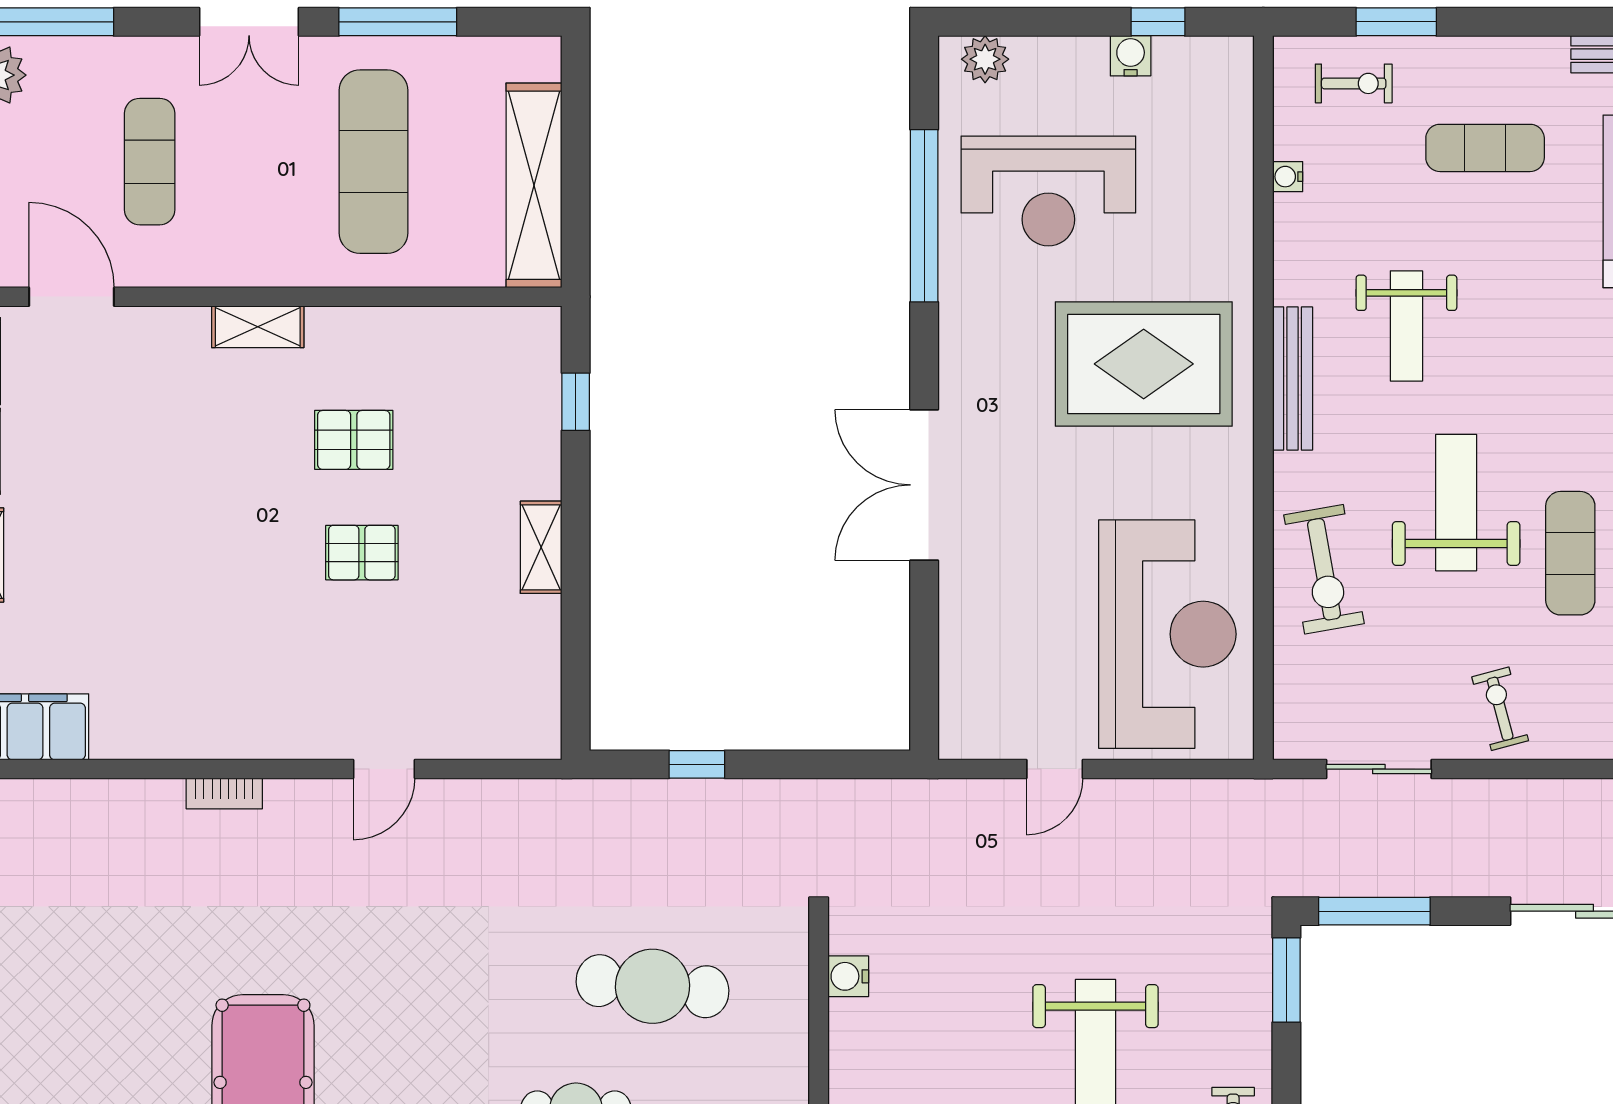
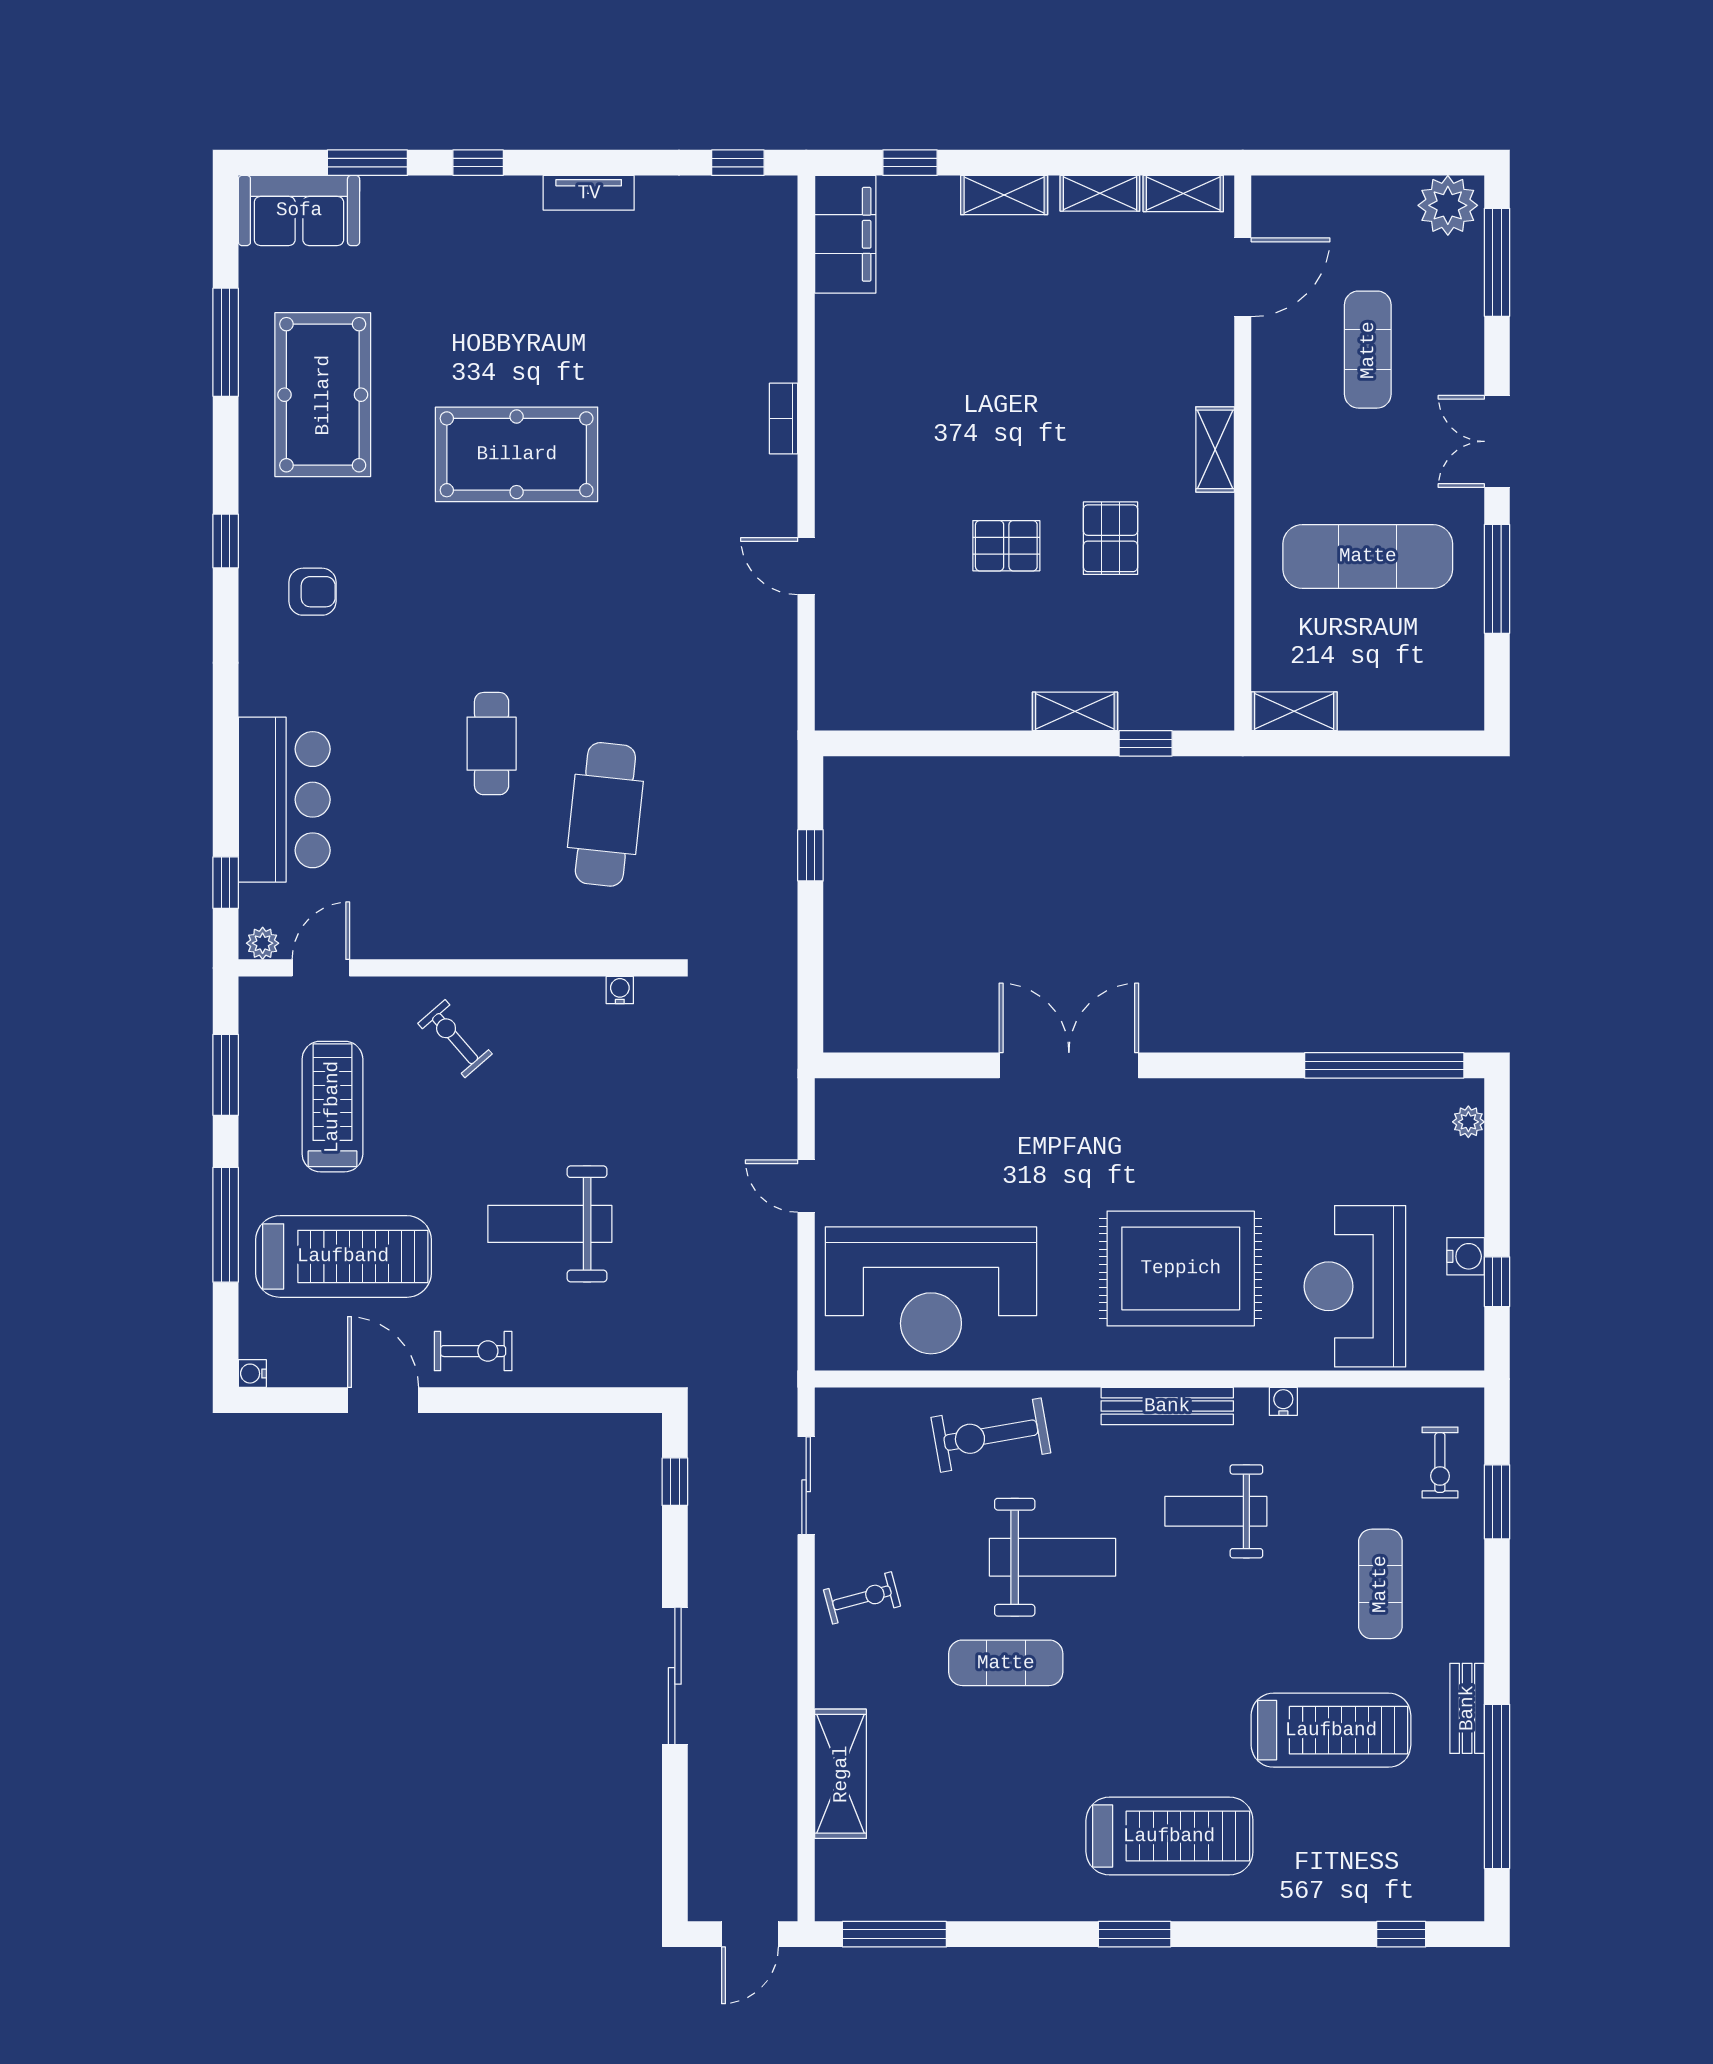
plant: (985, 59) -> (1468, 1122), width x0.73, depth x0.73
exercise mat: (150, 162) -> (1368, 350), turned 90
water cooler: (1288, 177) -> (1283, 1401), moved
shelving: (534, 185) -> (1294, 711), width x0.45, depth x0.75
reception desk: (1048, 191) -> (1355, 1286), moved
window: (924, 216) -> (1384, 1065), moved
rug: (1144, 364) -> (1181, 1268), turned 90
shelving: (541, 547) -> (1075, 711), moved
pallet: (362, 553) -> (1006, 546), turned 90
window: (1374, 911) -> (675, 1482), width x0.46
water cooler: (848, 976) -> (620, 990), width x0.72, depth x0.72
window: (1286, 980) -> (611, 1400), removed

